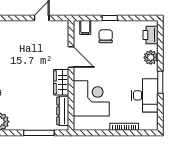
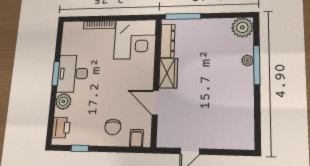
window: (110, 18) -> (80, 148), moved
desk: (145, 95) -> (73, 74), moved
corner desk: (91, 98) -> (135, 39), moved, turned -90
window: (39, 133) -> (183, 16), moved

